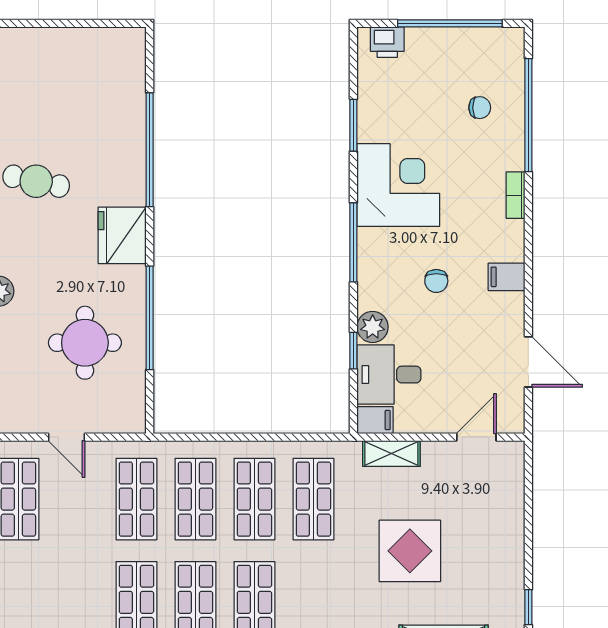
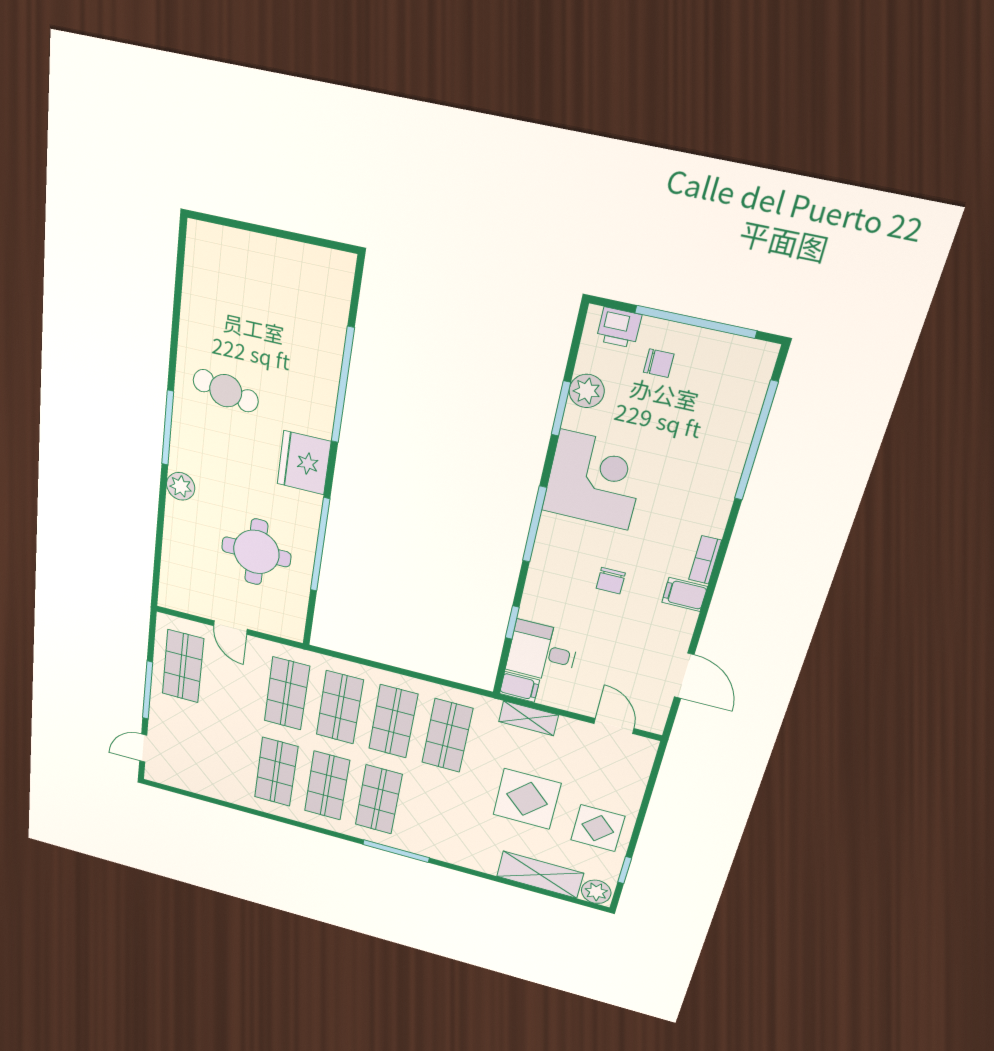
chair: (480, 108) -> (659, 363), moved
bookcase: (516, 195) -> (705, 560), moved
plant: (373, 327) -> (587, 391), moved
door: (476, 437) -> (614, 726), hinge flipped
display table: (489, 564) -> (598, 828), added

